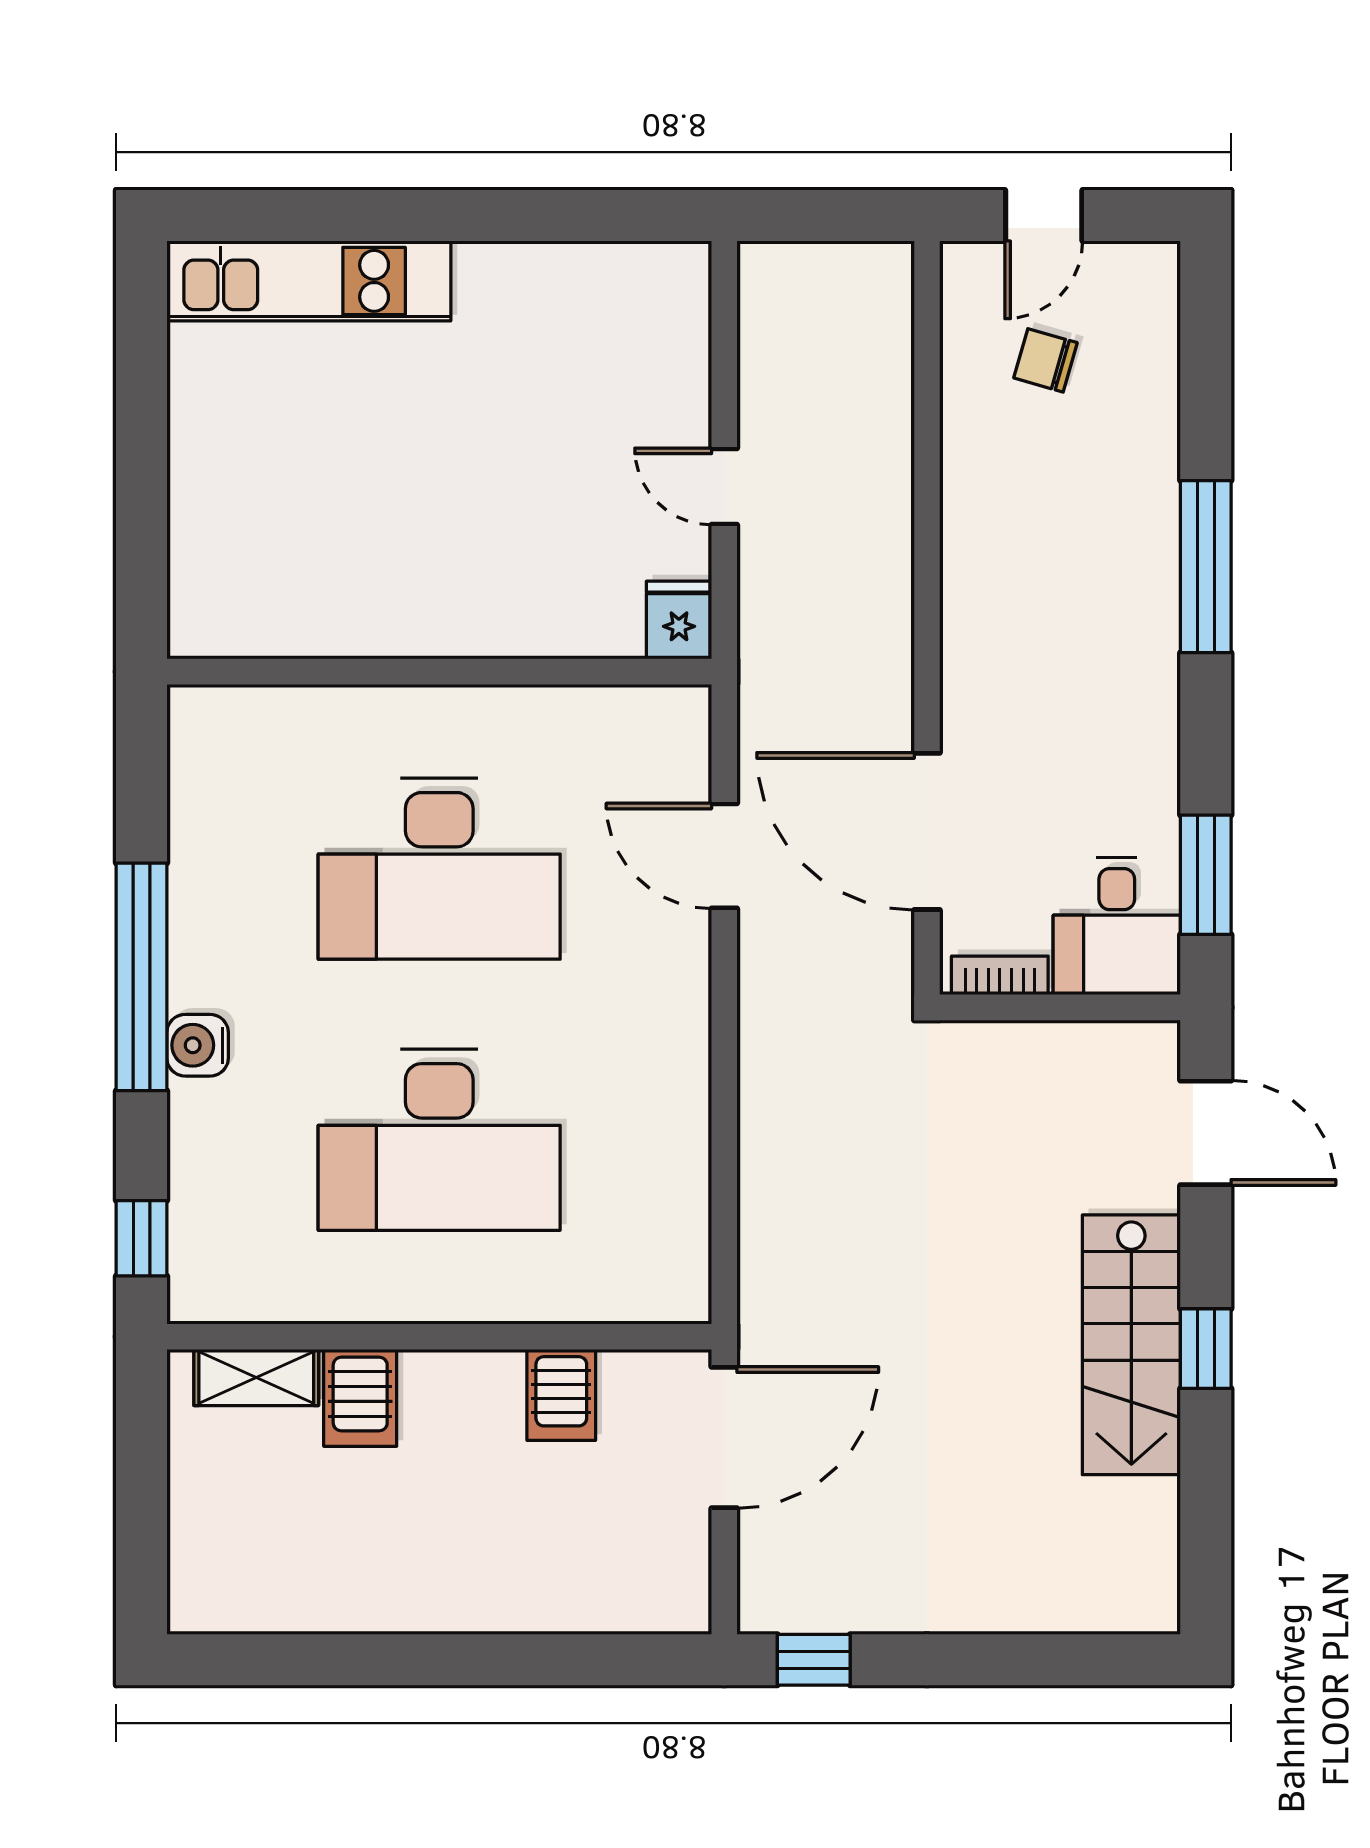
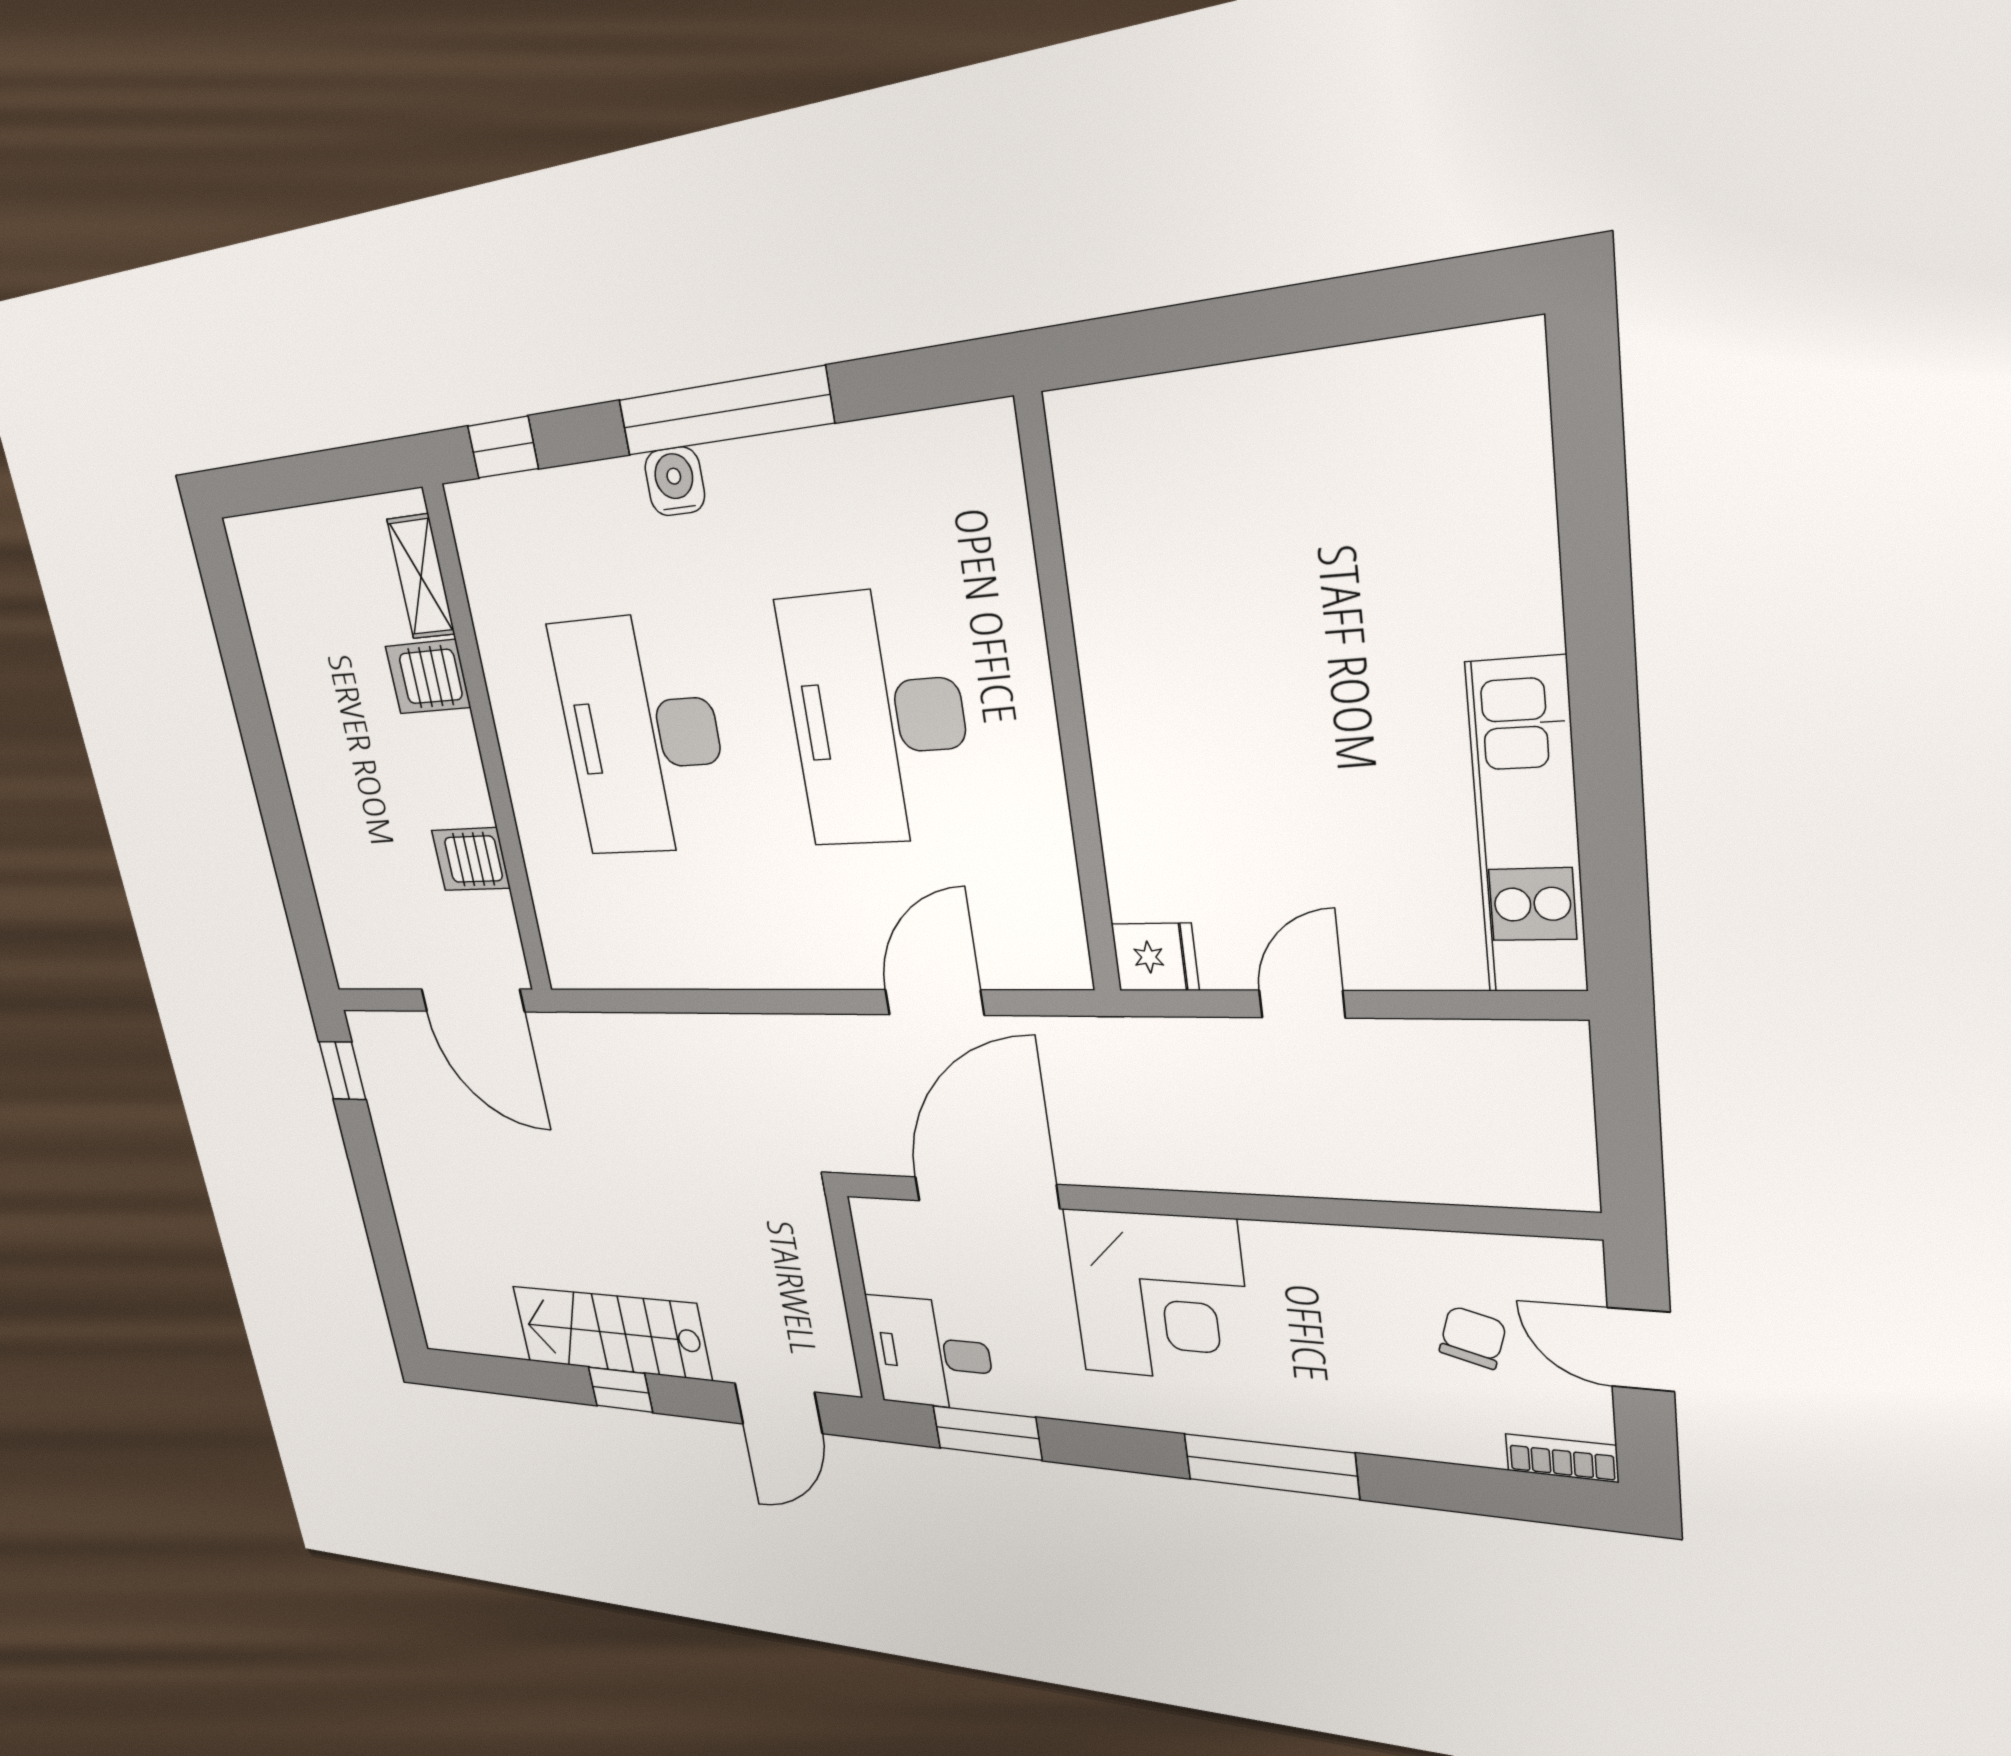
kitchen unit: (309, 281) -> (1527, 828), moved
corner desk: (1029, 661) -> (1159, 1297), added
bookcase: (1000, 975) -> (1562, 1458), moved, turned -90

